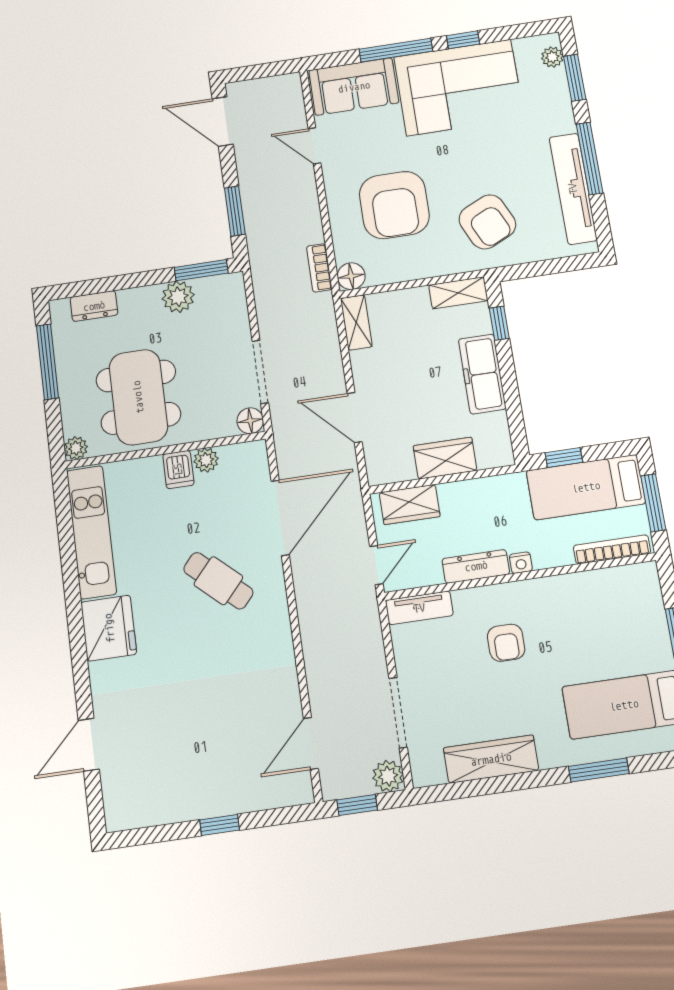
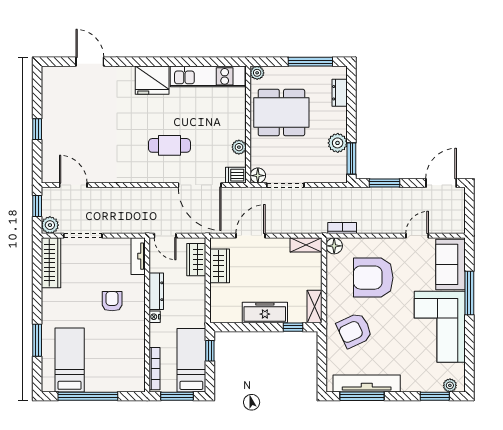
window: (463, 40) -> (469, 334), removed
window: (590, 158) -> (362, 396), moved
wardrobe: (445, 458) -> (220, 266), moved
dishwasher: (178, 470) -> (236, 175), moved
cafe table: (218, 581) -> (169, 145), turned 48
armchair: (506, 643) -> (112, 301), turned 90
wardrobe: (491, 759) -> (51, 263), moved

